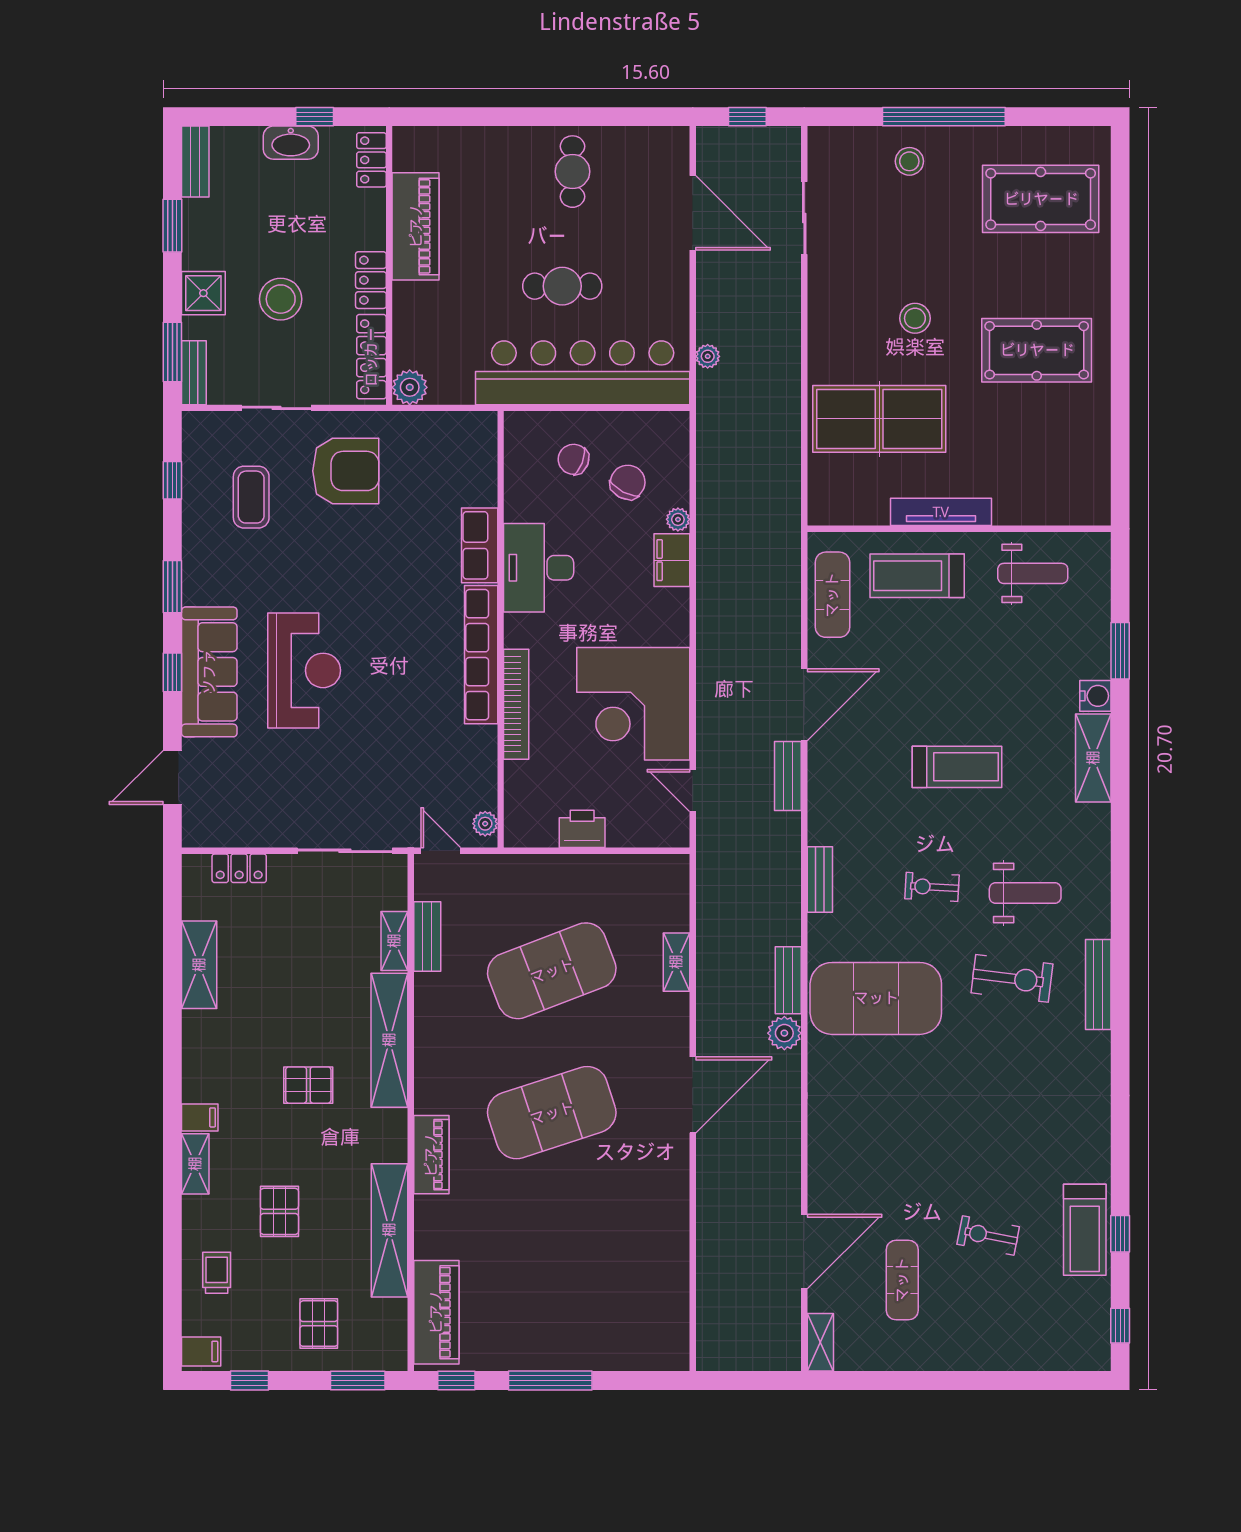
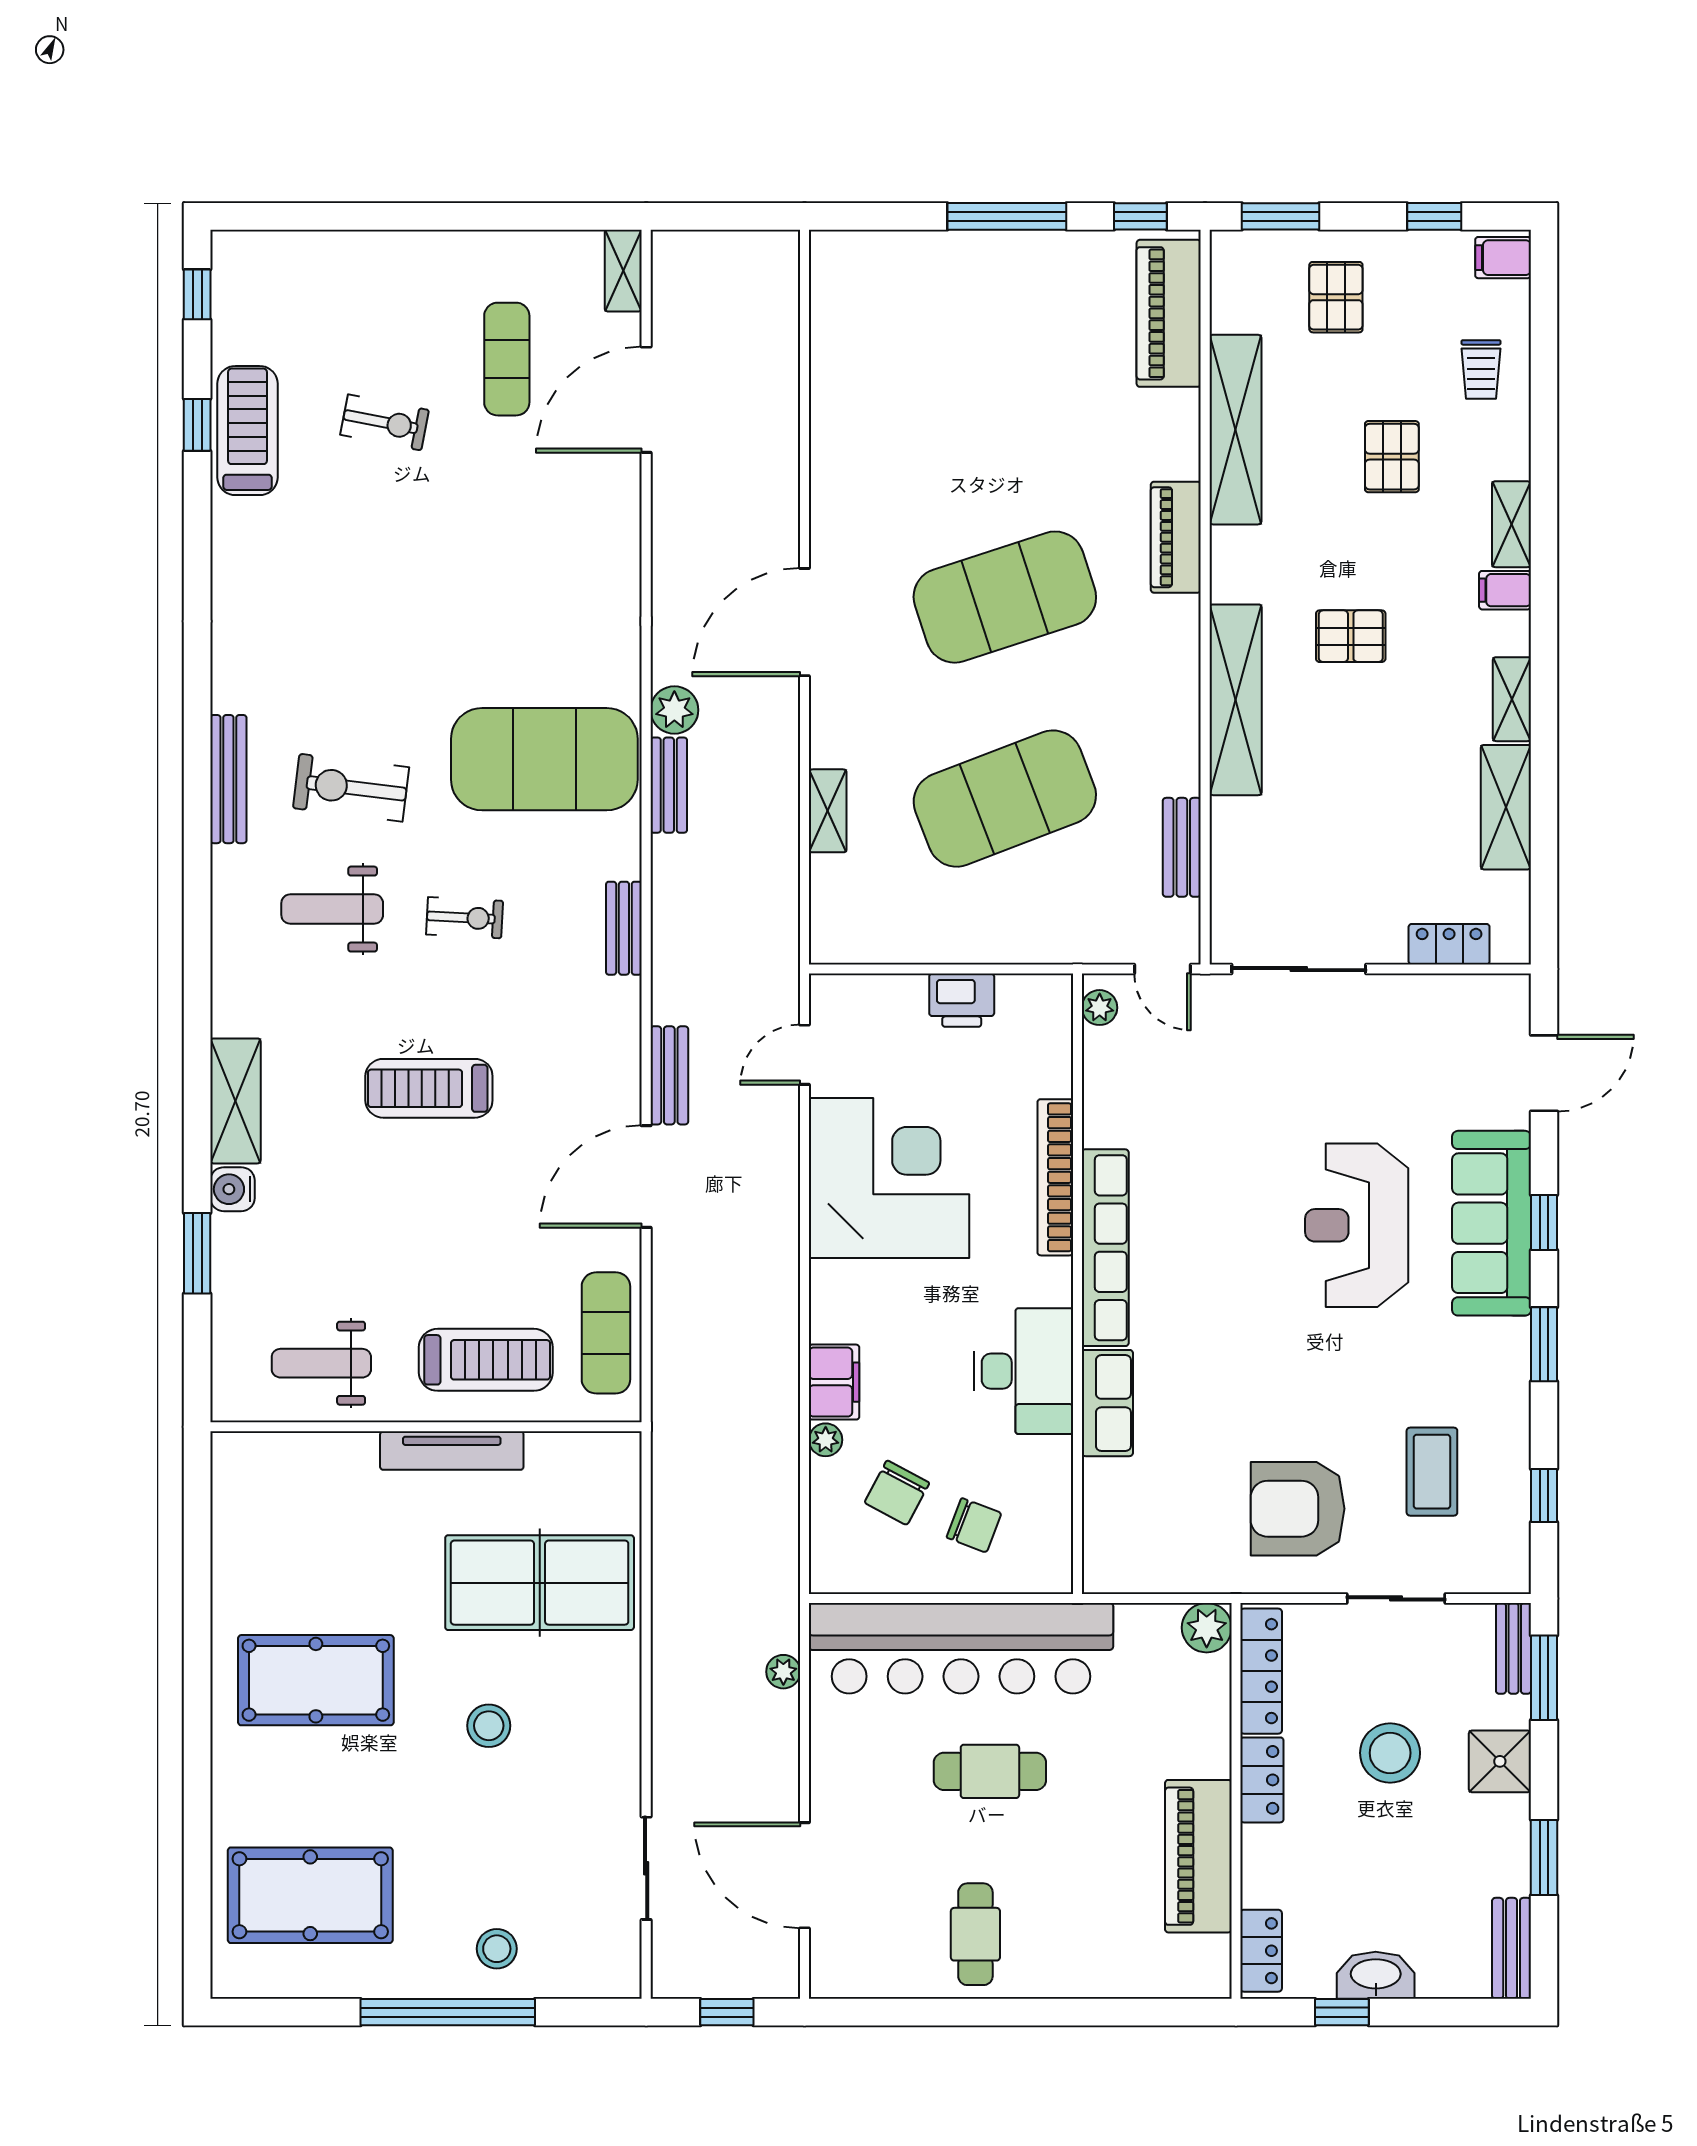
door: (693, 791) -> (805, 1055), swing flipped
shelving: (394, 941) -> (1512, 699), moved

